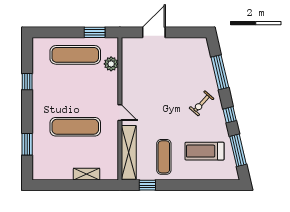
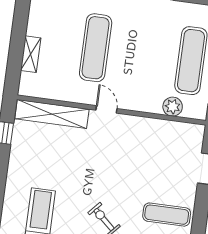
door: (120, 113) -> (106, 109), swing flipped
exercise mat: (164, 157) -> (167, 215), moved

